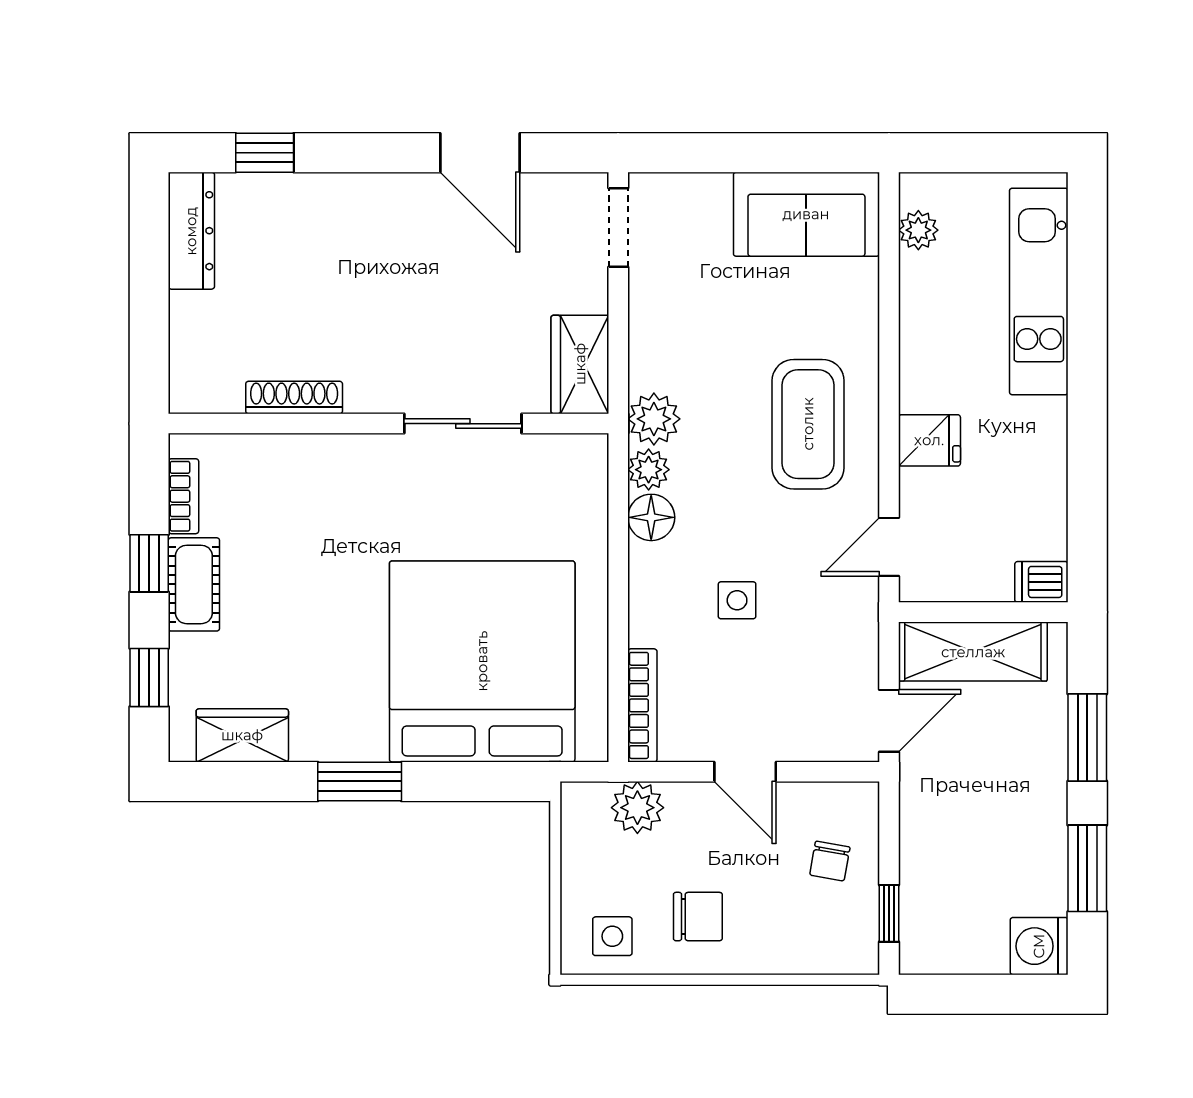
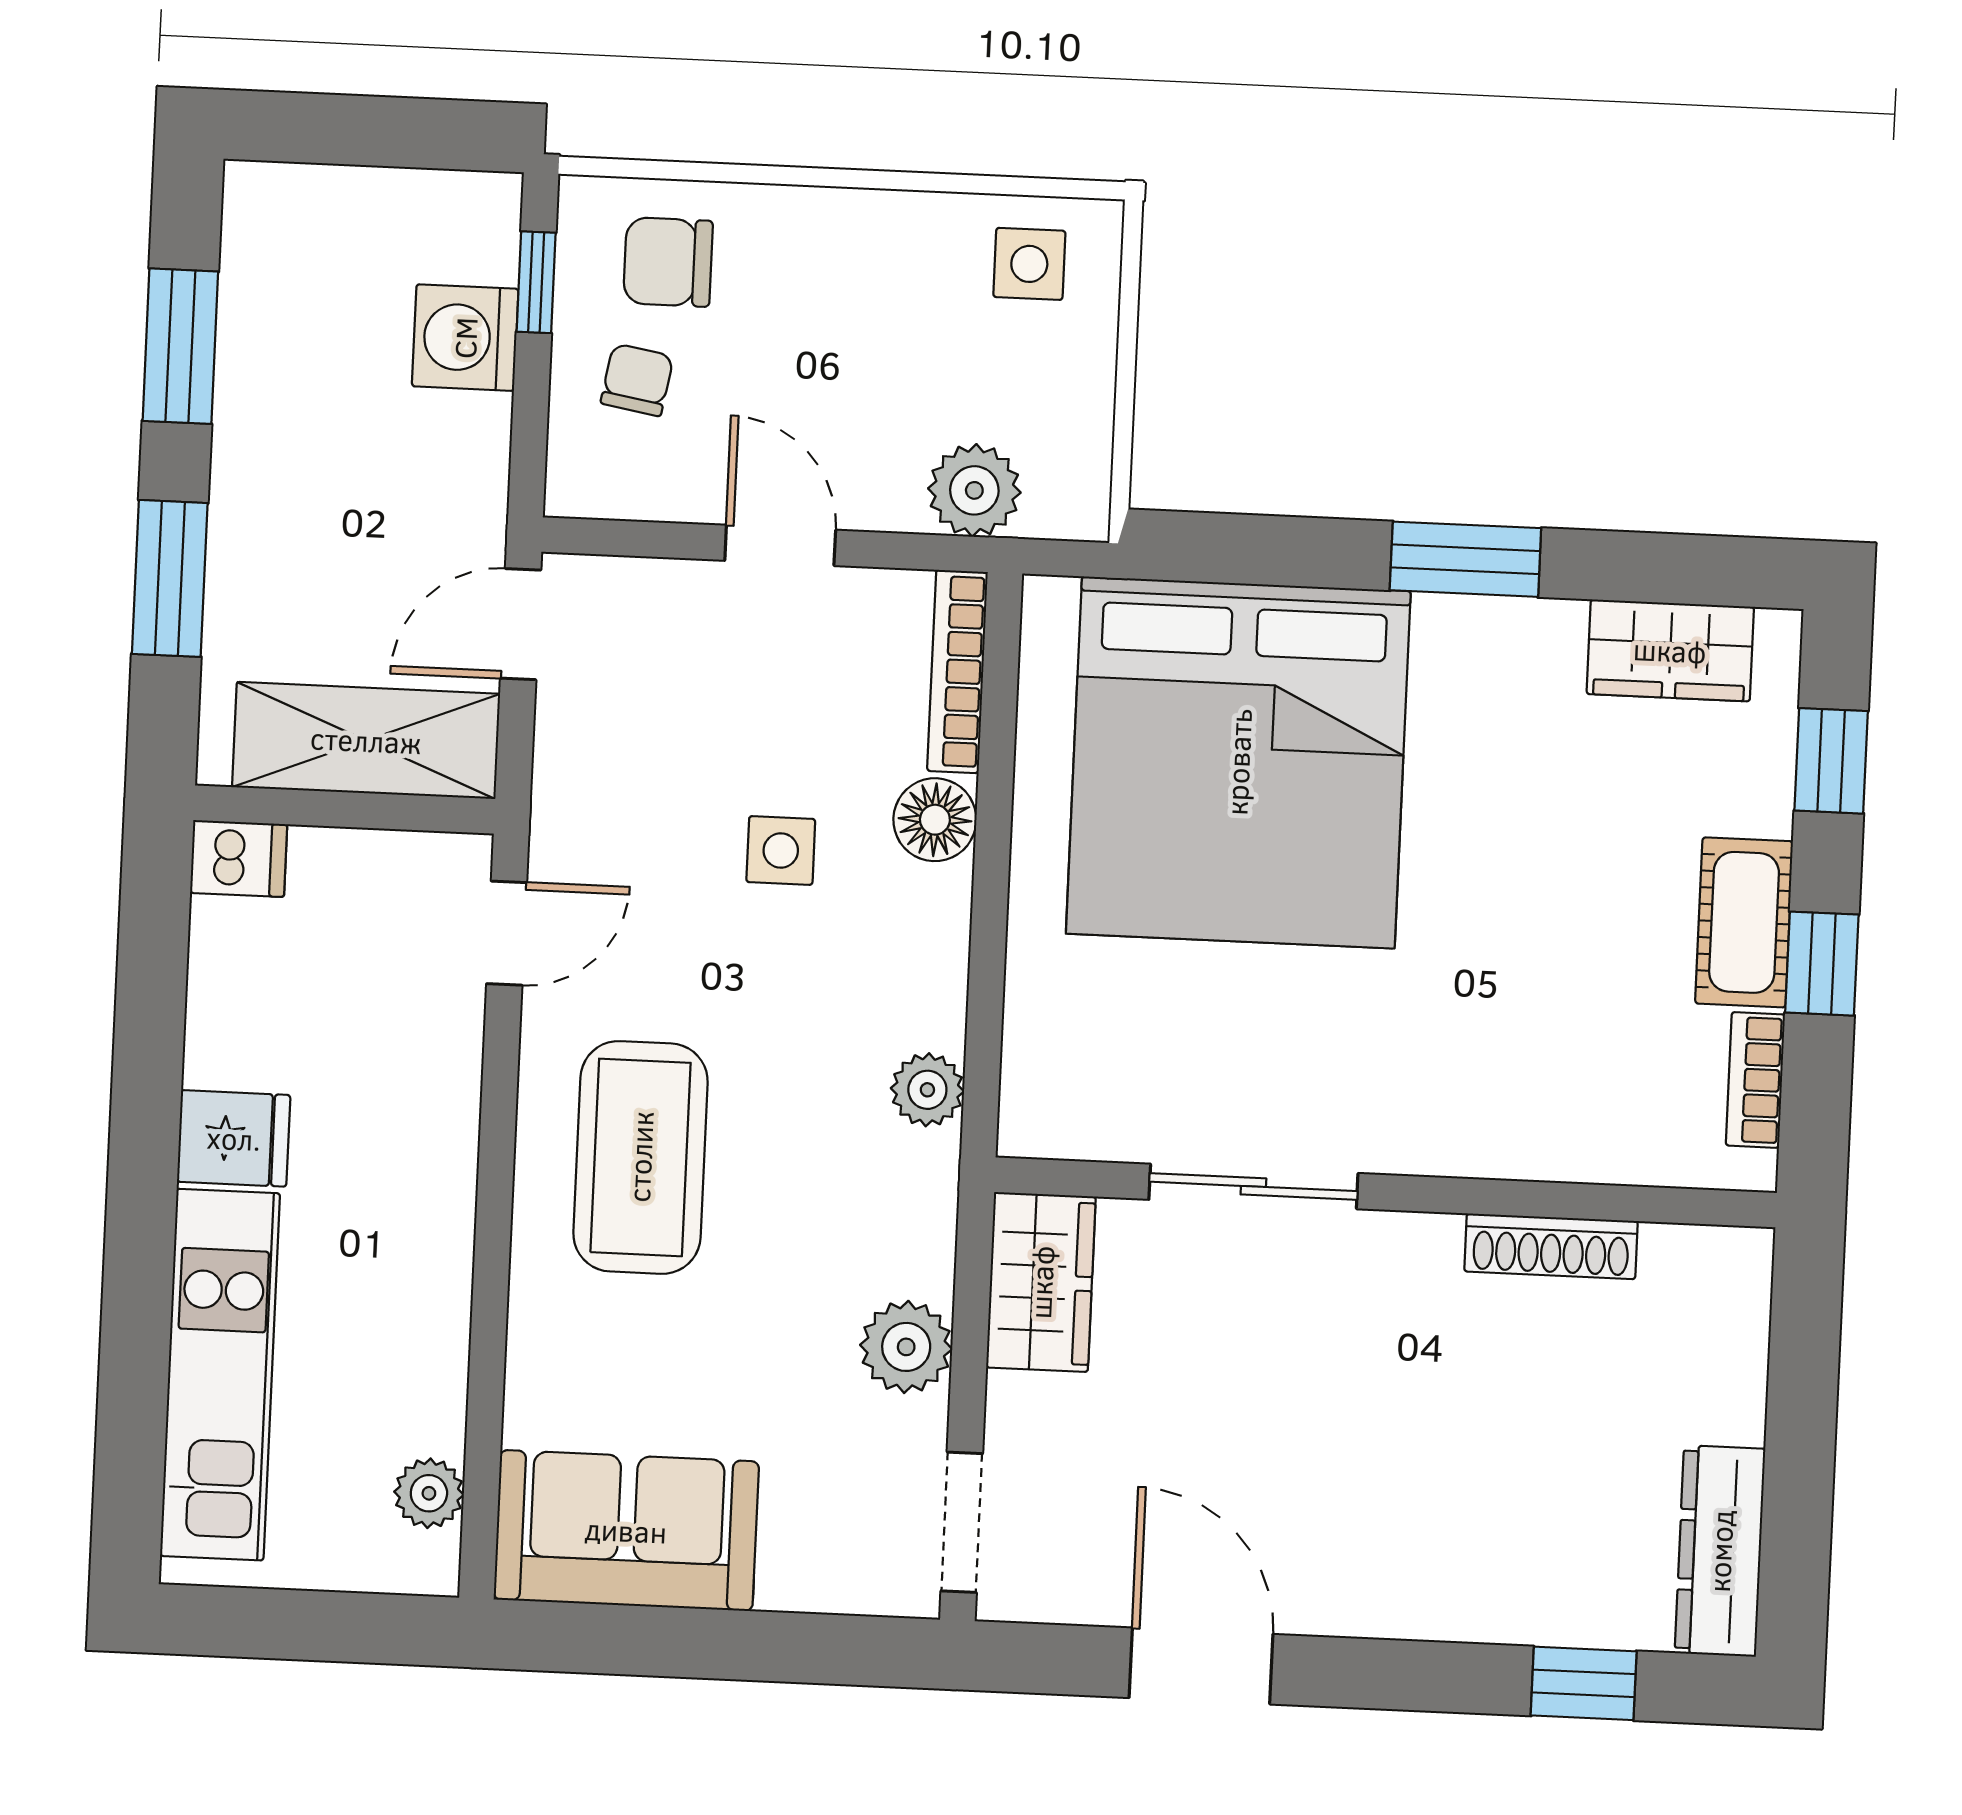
plant: (654, 419) -> (906, 1347), moved
fridge: (929, 440) -> (234, 1138), moved, turned 180
floor lamp: (651, 517) -> (935, 820), moved
chair: (698, 917) -> (668, 262), moved
washing machine: (1039, 946) -> (465, 338), moved, turned 180

